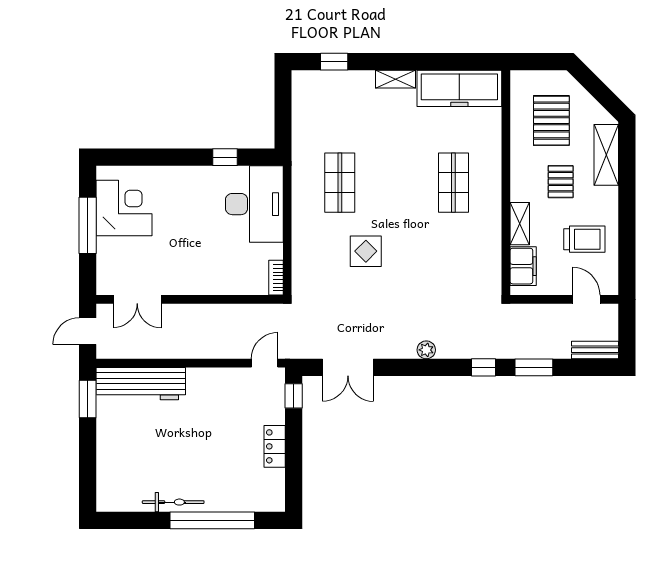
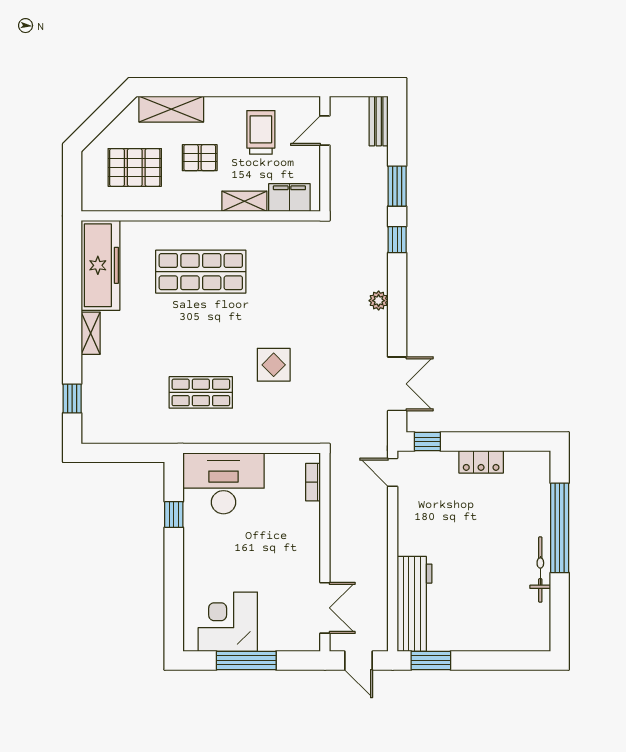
shop shelf: (453, 183) -> (201, 272), width x1.43, depth x1.36
bookcase: (276, 278) -> (313, 482), moved, turned 90

